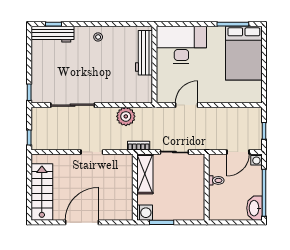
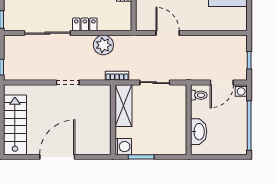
locker: (108, 97) -> (85, 24), added
door: (187, 105) -> (168, 33), hinge flipped
toilet: (216, 180) -> (199, 95), moved
washbasin: (254, 208) -> (199, 132), moved, turned 180

